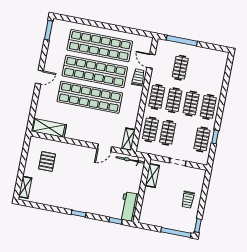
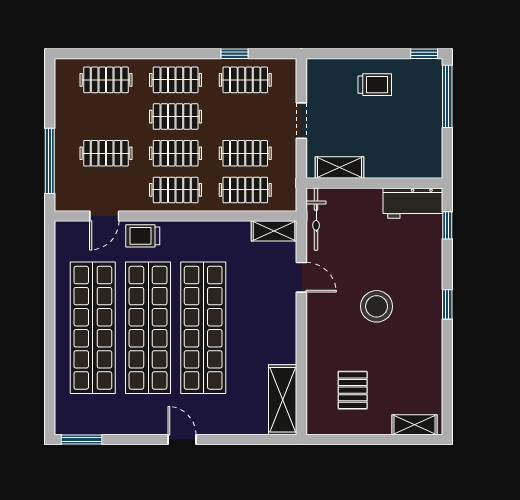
clothes rail: (215, 74) -> (106, 80), added
pallet: (47, 161) -> (353, 390), turned 90
stool: (84, 180) -> (377, 306), added

